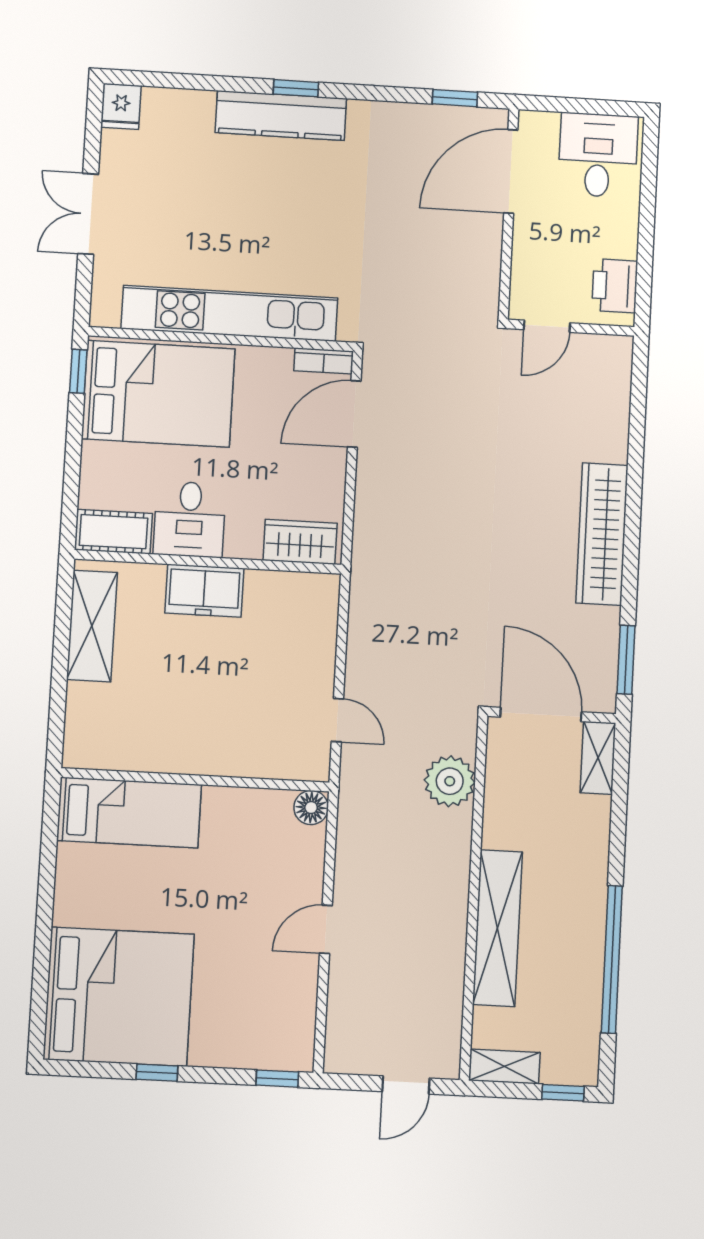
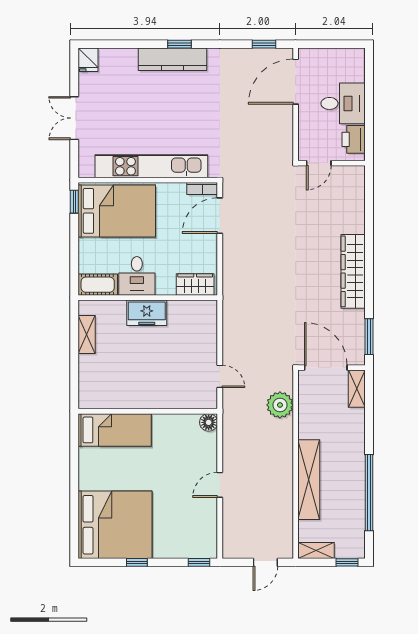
desk: (598, 155) -> (343, 103), moved, turned 90
shelving: (92, 626) -> (87, 334), width x0.67, depth x0.75

